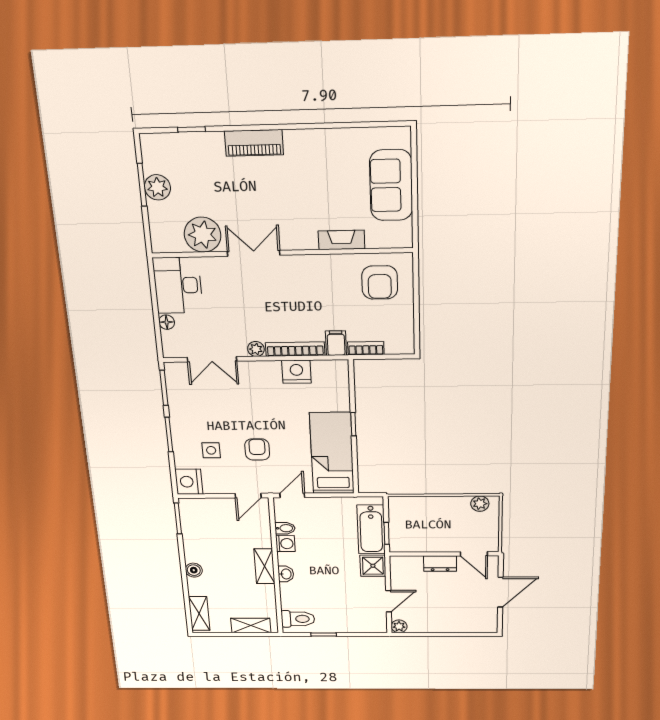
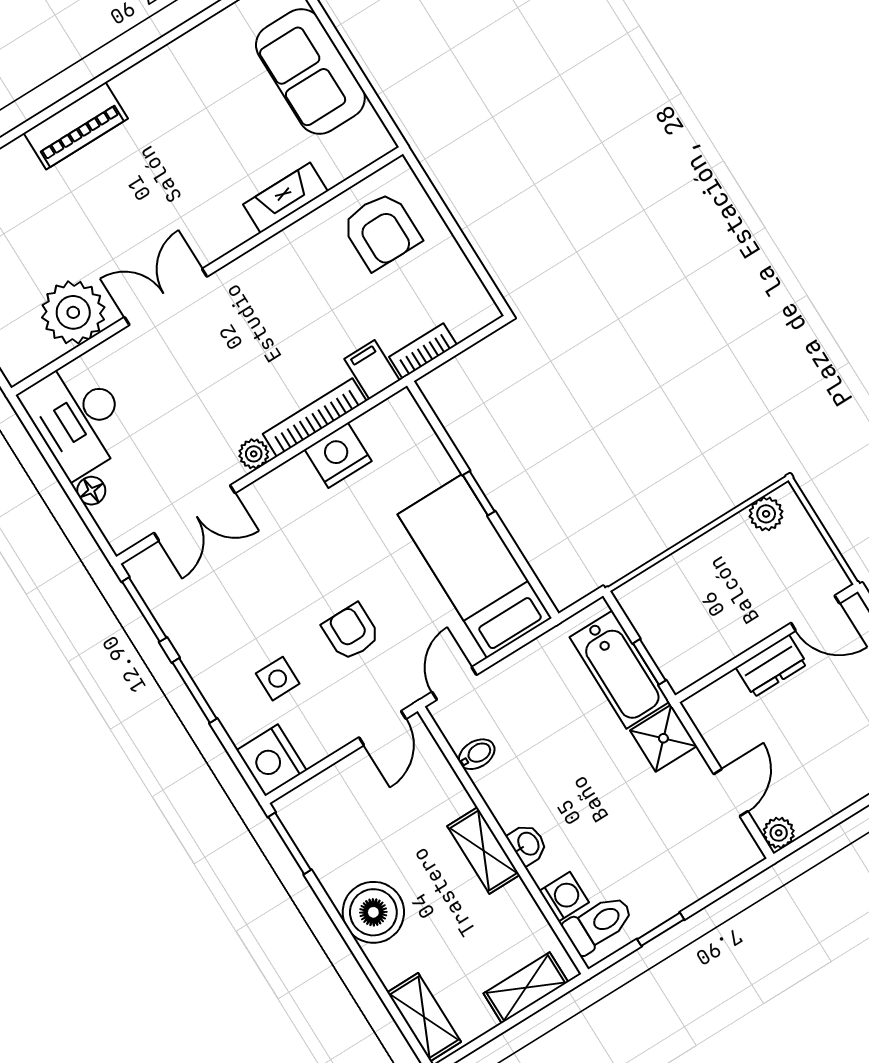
washing machine: (285, 544) -> (564, 897), moved
boiler: (194, 570) -> (373, 912), width x1.86, depth x1.86

